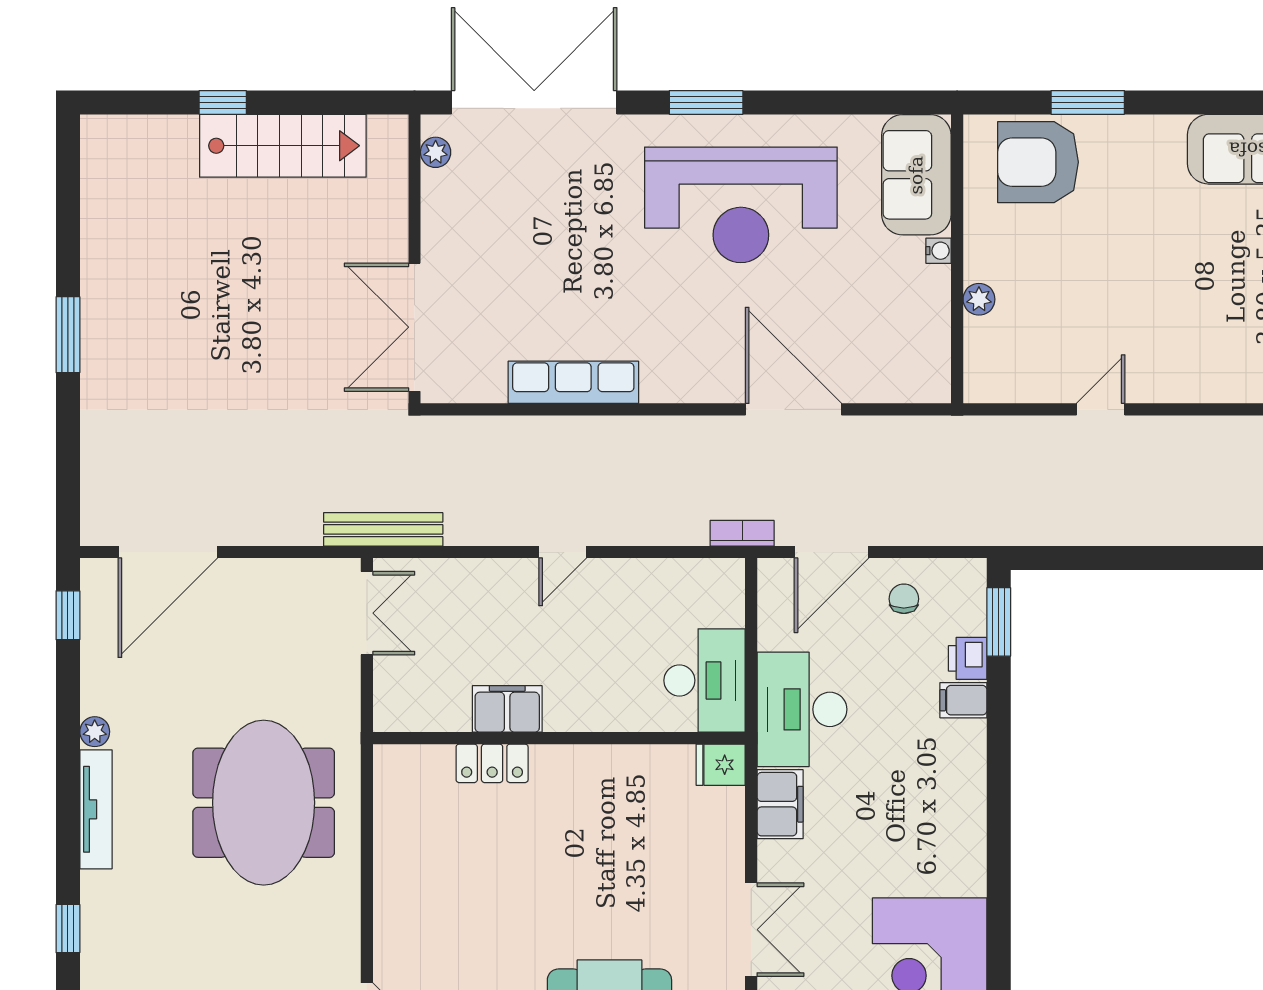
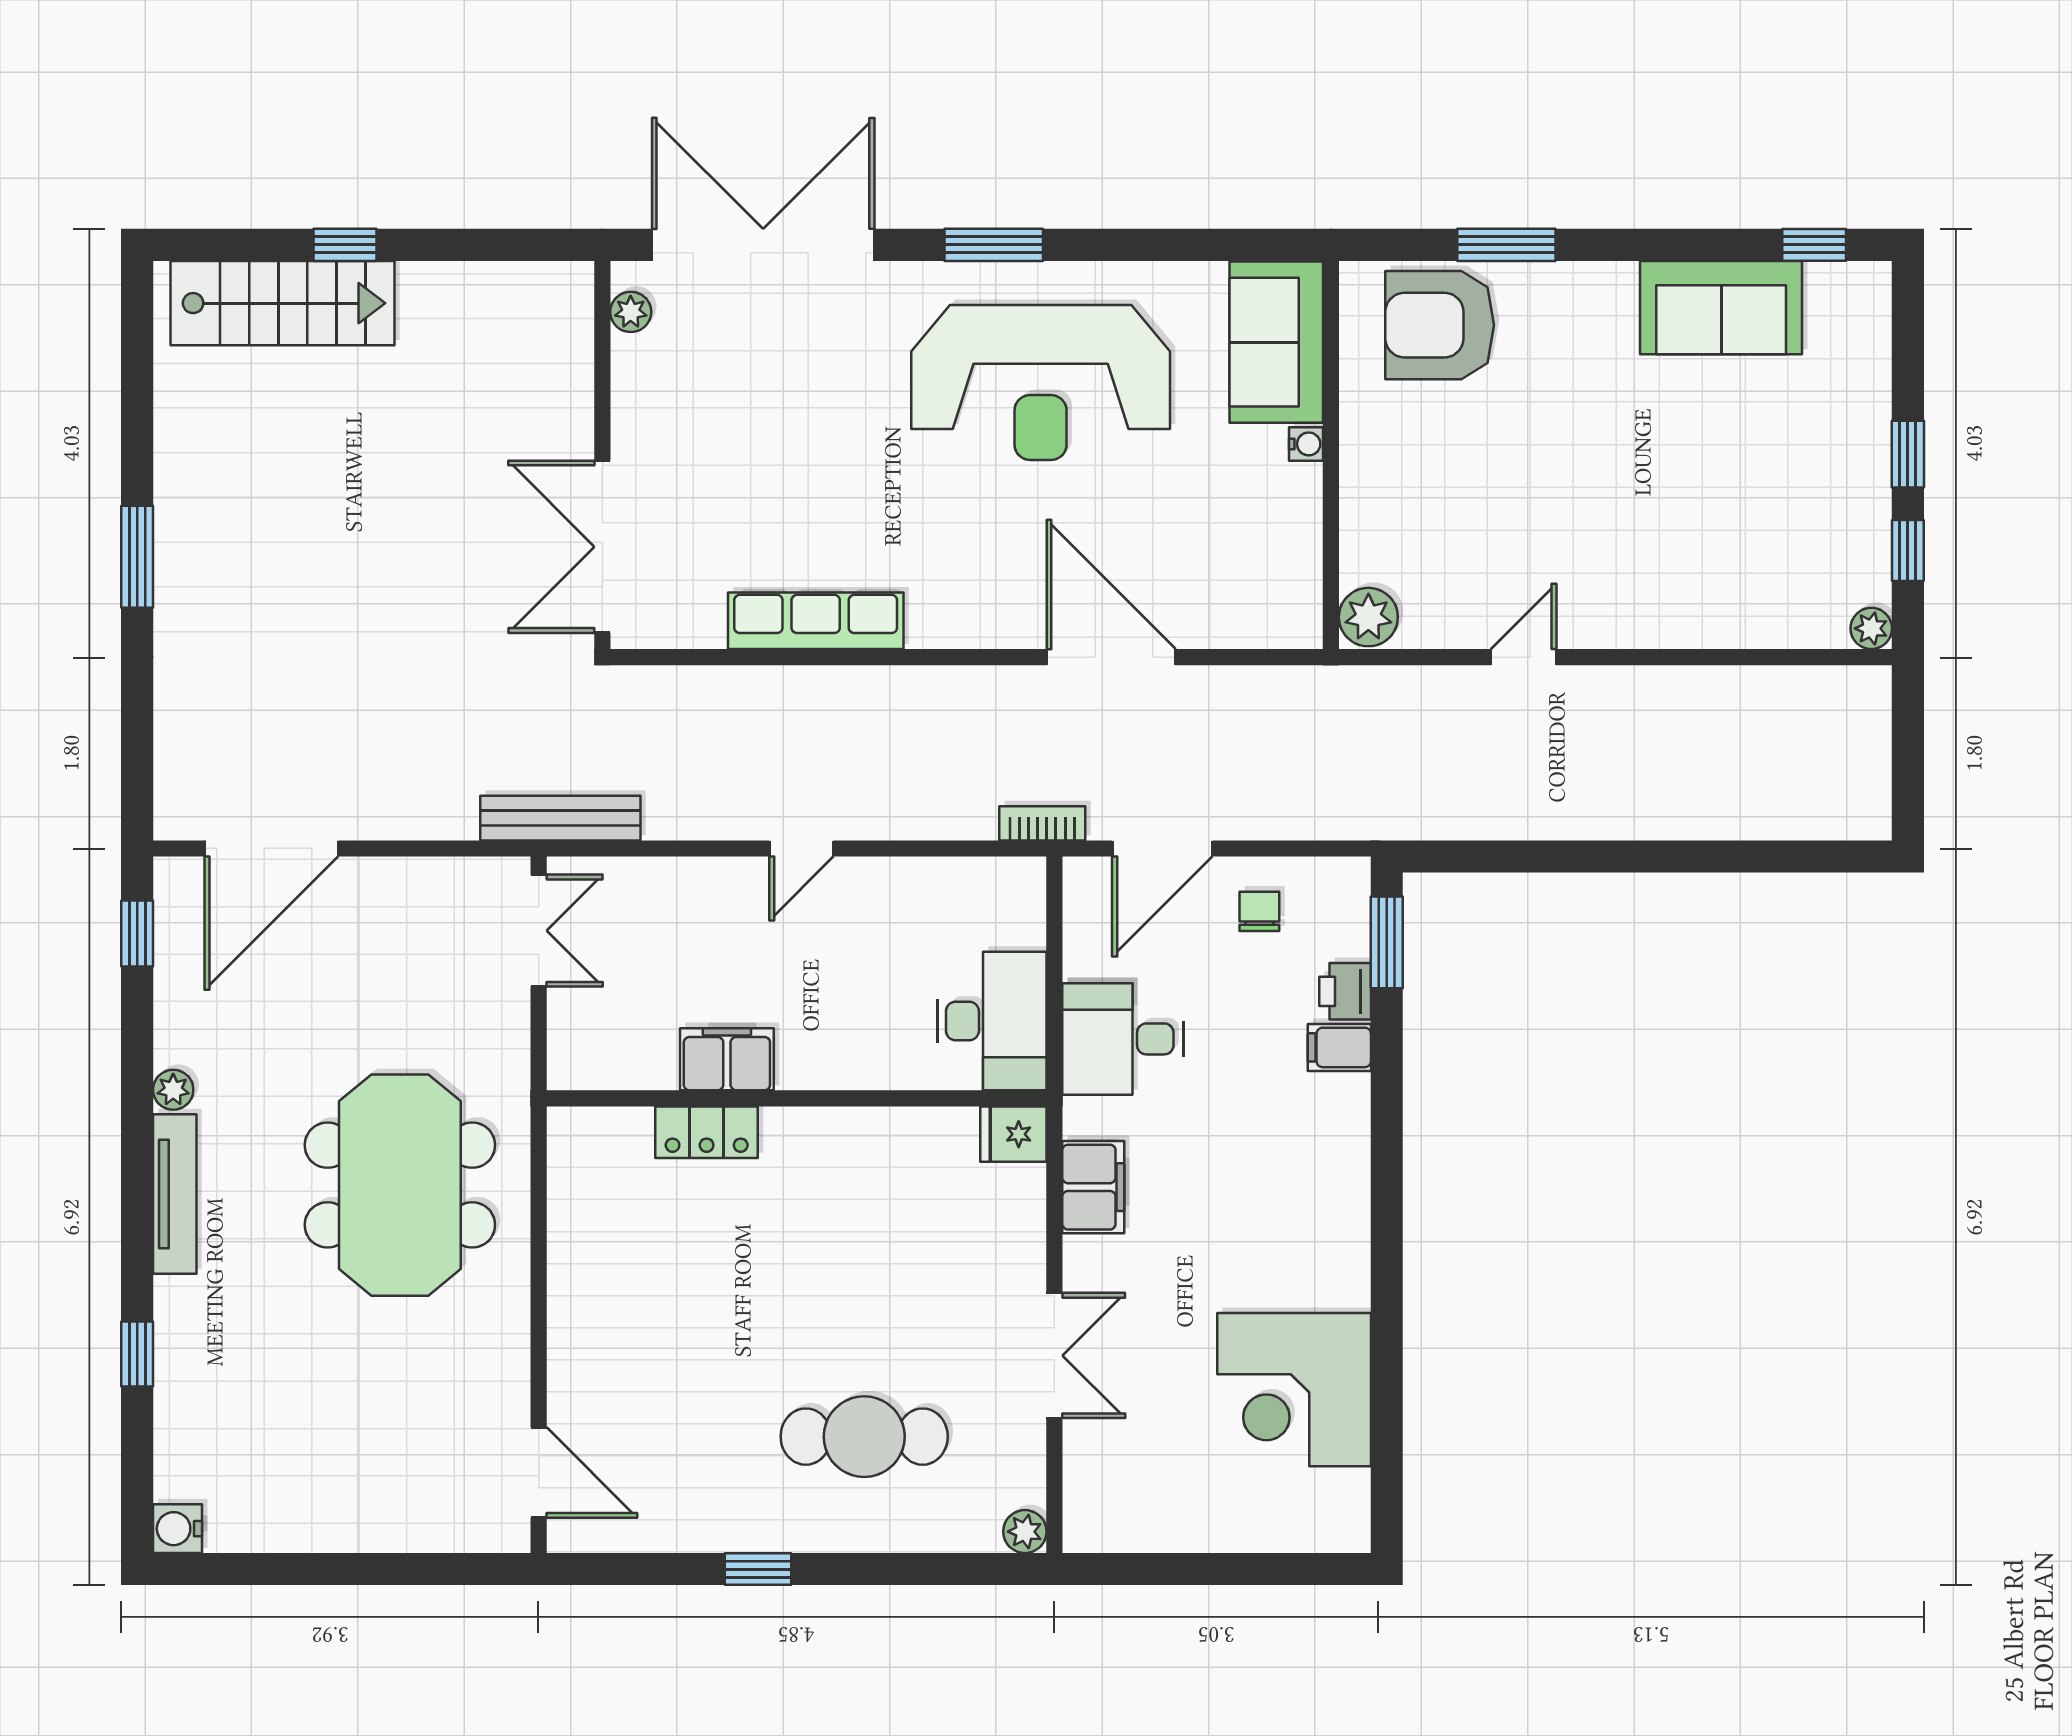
stairs: (283, 146) -> (283, 303), moved
plant: (979, 299) -> (1368, 617), moved, width x1.38, depth x1.38
desk: (802, 709) -> (1123, 1039), width x0.73

